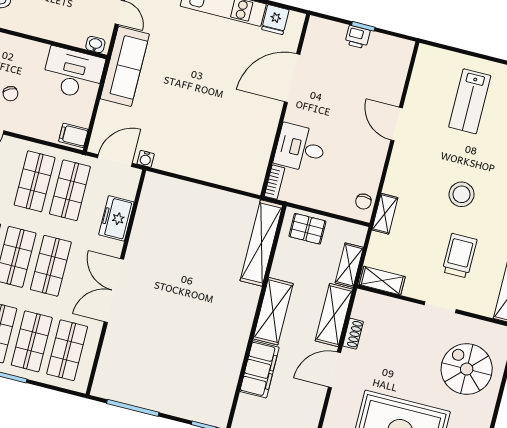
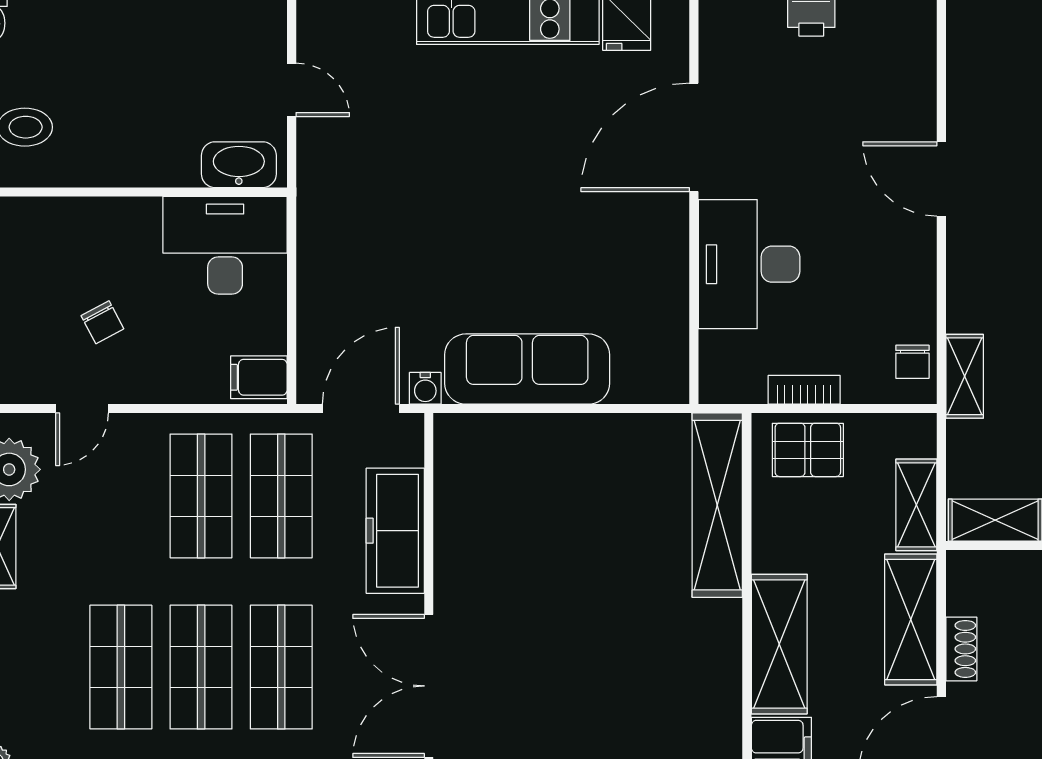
washbasin: (95, 44) -> (239, 165), width x1.91, depth x1.45
sofa: (125, 66) -> (527, 369), moved, turned -90
desk: (300, 148) -> (749, 264), width x1.37
bookcase: (275, 182) -> (804, 390), moved, turned -90
freezer: (116, 218) -> (395, 531), width x1.40

